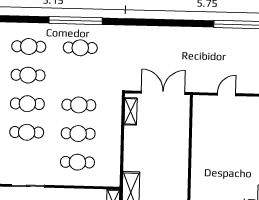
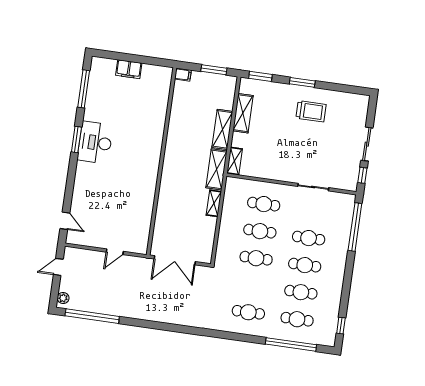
window: (76, 21) -> (291, 344), moved
shelving: (131, 111) -> (214, 203), moved

